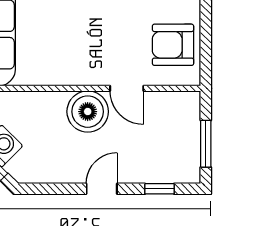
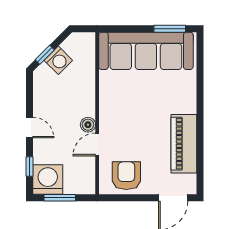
boiler: (88, 112) -> (88, 125), width x0.54, depth x0.54
washing machine: (179, 162) -> (48, 179), added

